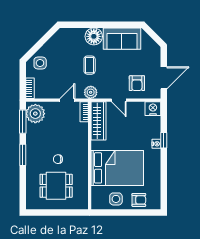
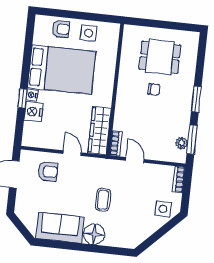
armchair: (137, 83) -> (48, 171), turned 90
plant: (91, 92) -> (105, 166), removed
door: (67, 100) -> (135, 160), swing flipped
nightstand: (153, 109) -> (33, 112), moved, turned 90
plant: (35, 114) -> (182, 143), width x0.53, depth x0.53
bed: (117, 168) -> (62, 70), moved, turned 180
armchair: (139, 200) -> (61, 29), turned 180

